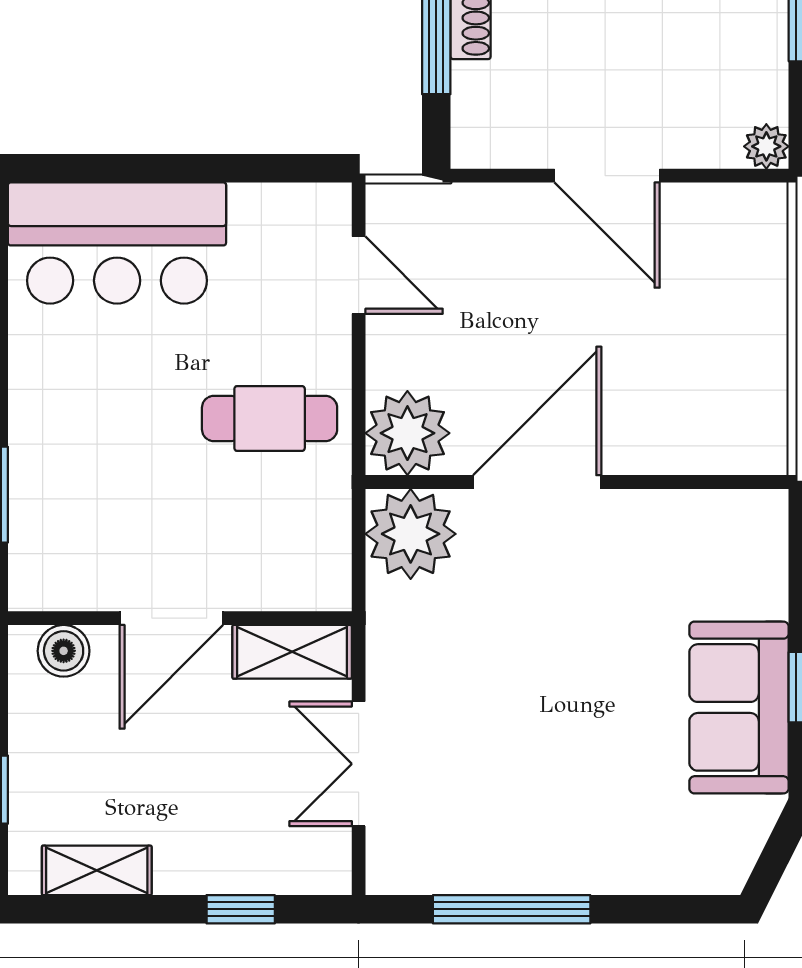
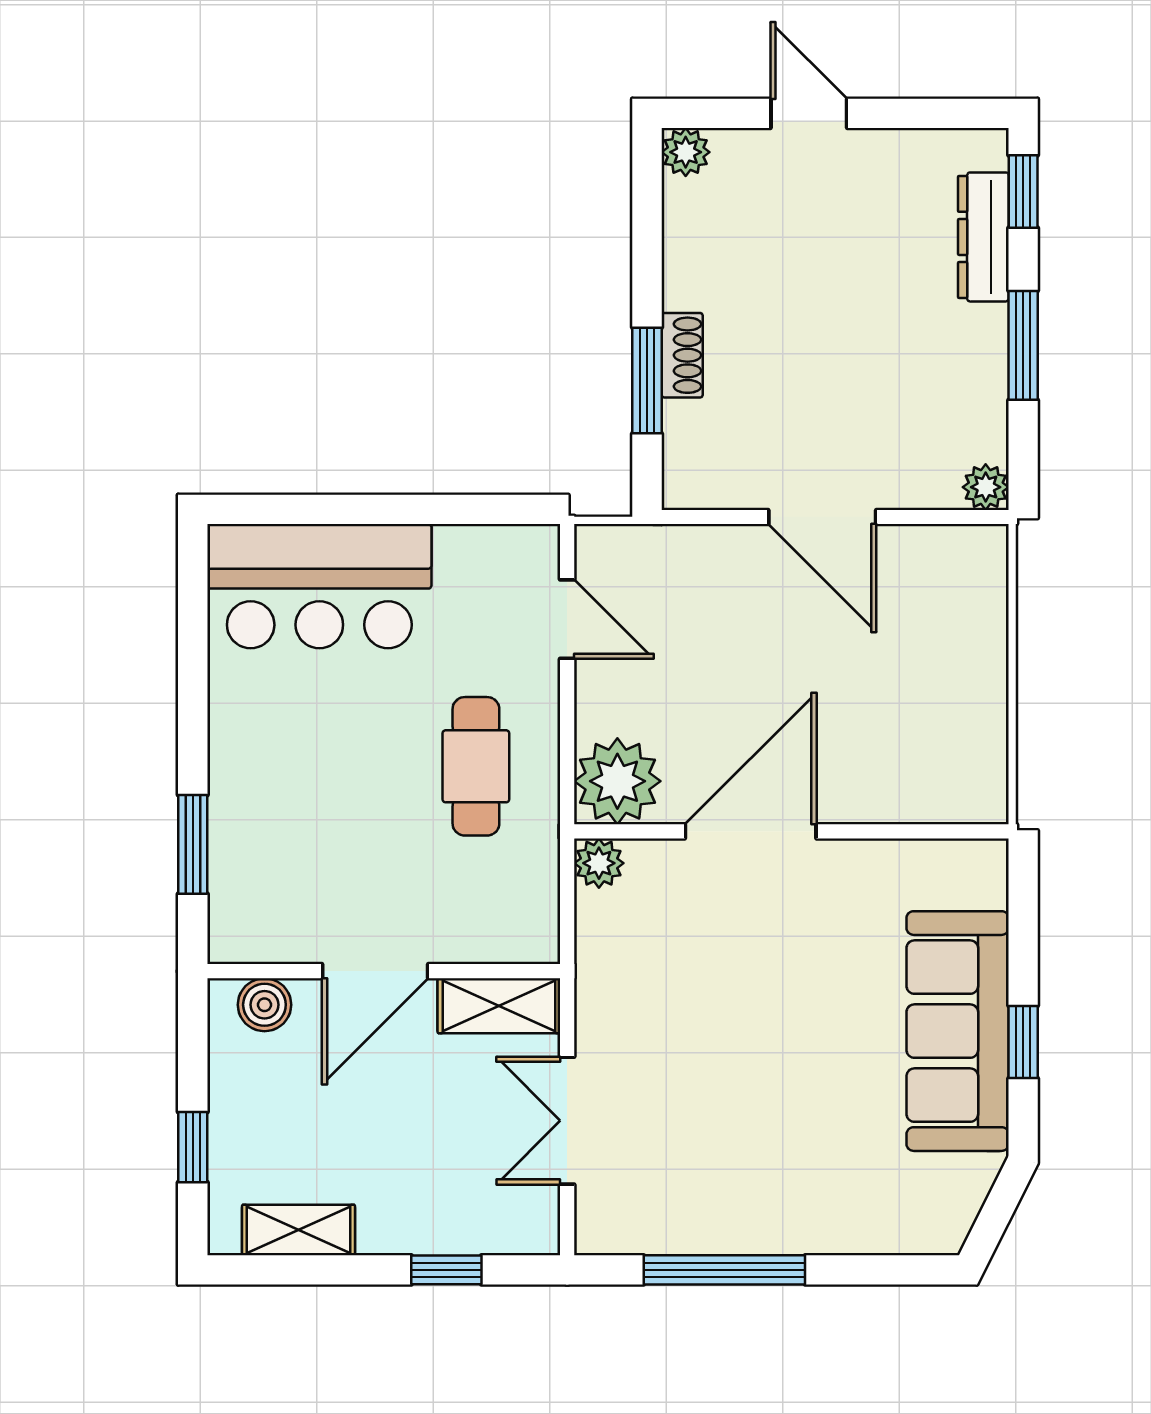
cafe table: (270, 418) -> (476, 766), turned 90
plant: (411, 534) -> (599, 863), width x0.53, depth x0.53
sofa: (739, 707) -> (958, 1031), width x1.36

